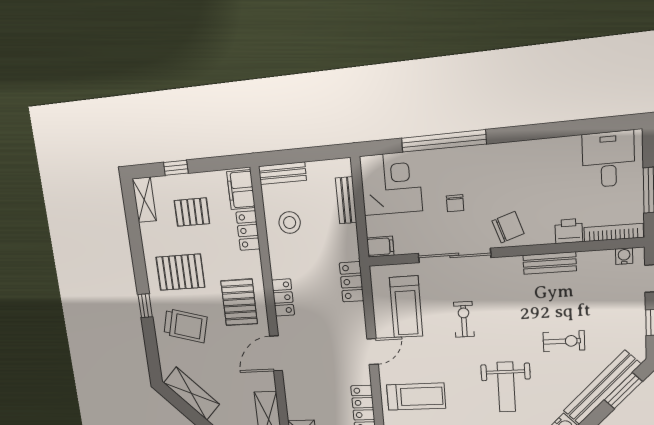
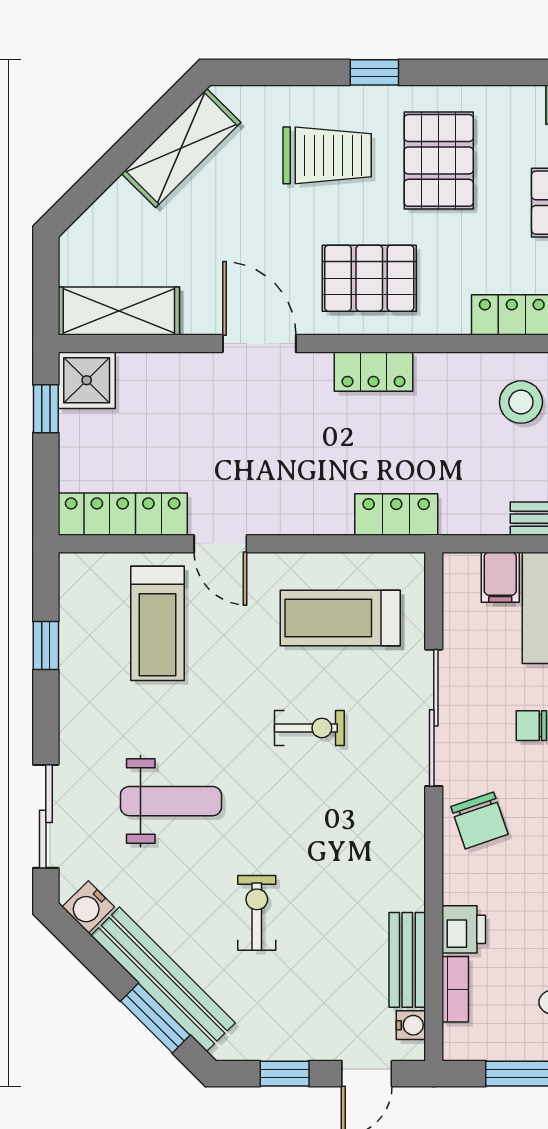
bookcase: (614, 232) -> (455, 989), width x0.64
filing cabinet: (380, 247) -> (500, 577), moved
bench: (550, 263) -> (407, 960), moved
trolley: (185, 326) -> (327, 155), turned -105
exercise bike: (564, 341) -> (257, 913), turned 180
door: (373, 352) -> (220, 544), moved
weight bench: (506, 387) -> (171, 801), turned 180

